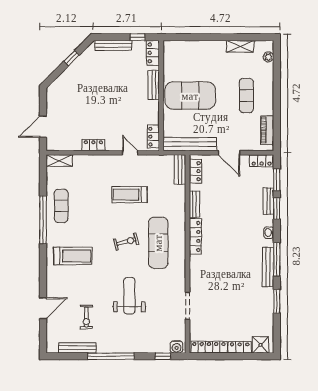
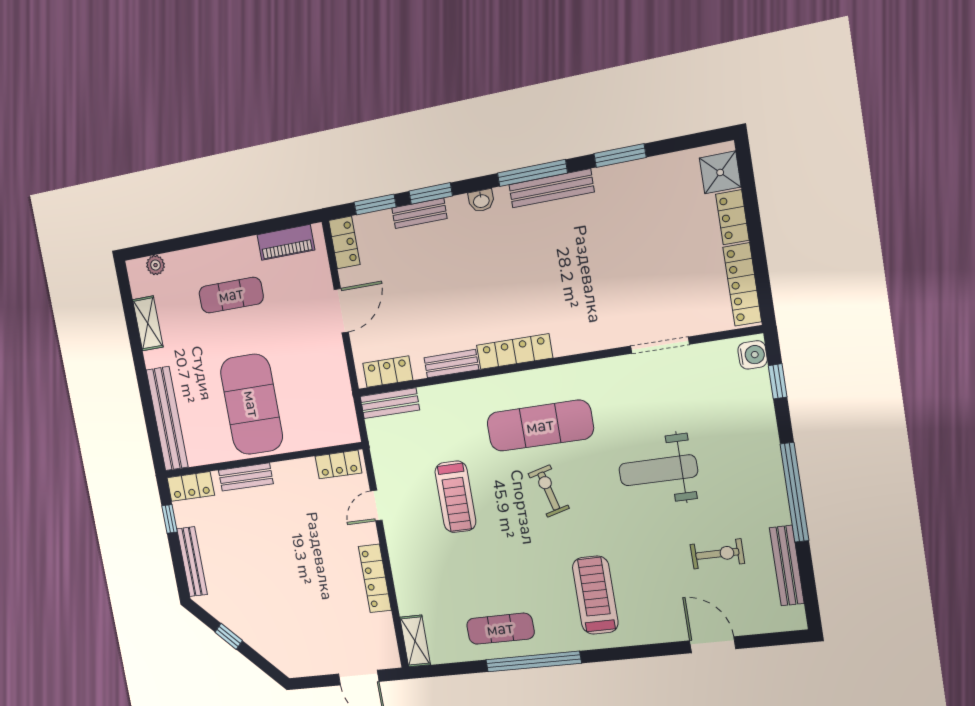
bench: (190, 144) -> (167, 419), moved
locker: (93, 145) -> (375, 578), width x1.53

